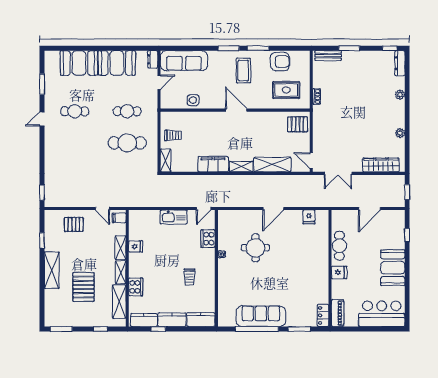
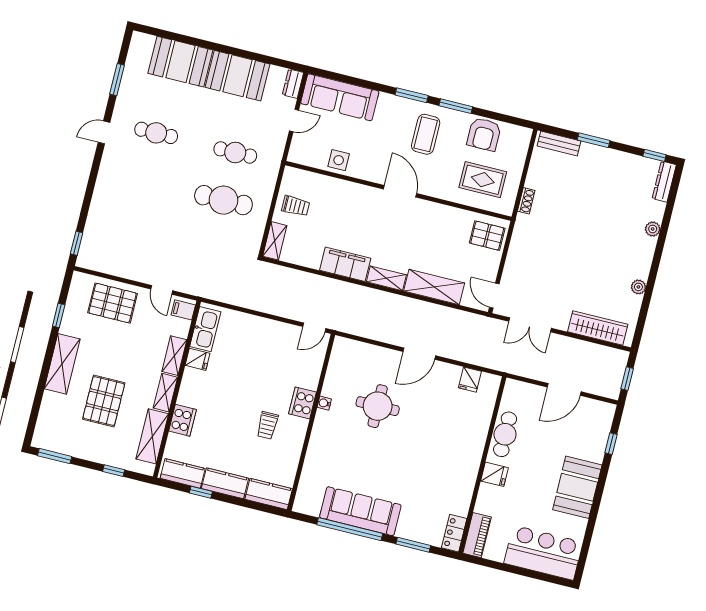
armchair: (280, 61) -> (484, 134), turned 90
kitchen sink: (174, 217) -> (205, 329), moved, turned -90
pallet: (74, 224) -> (113, 303), width x1.50, depth x1.42
cooker: (208, 239) -> (303, 403), moved

